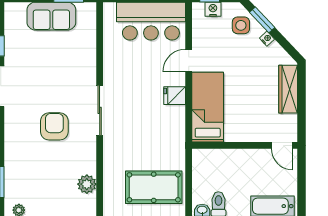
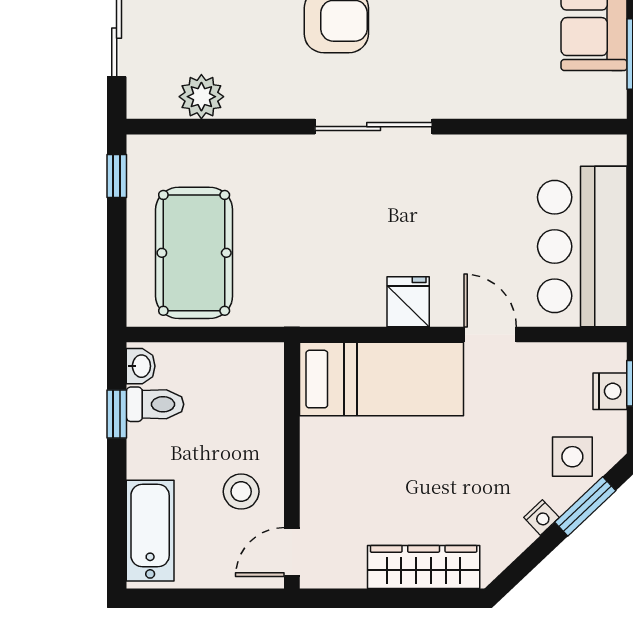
stool: (256, 167) -> (241, 492), added

